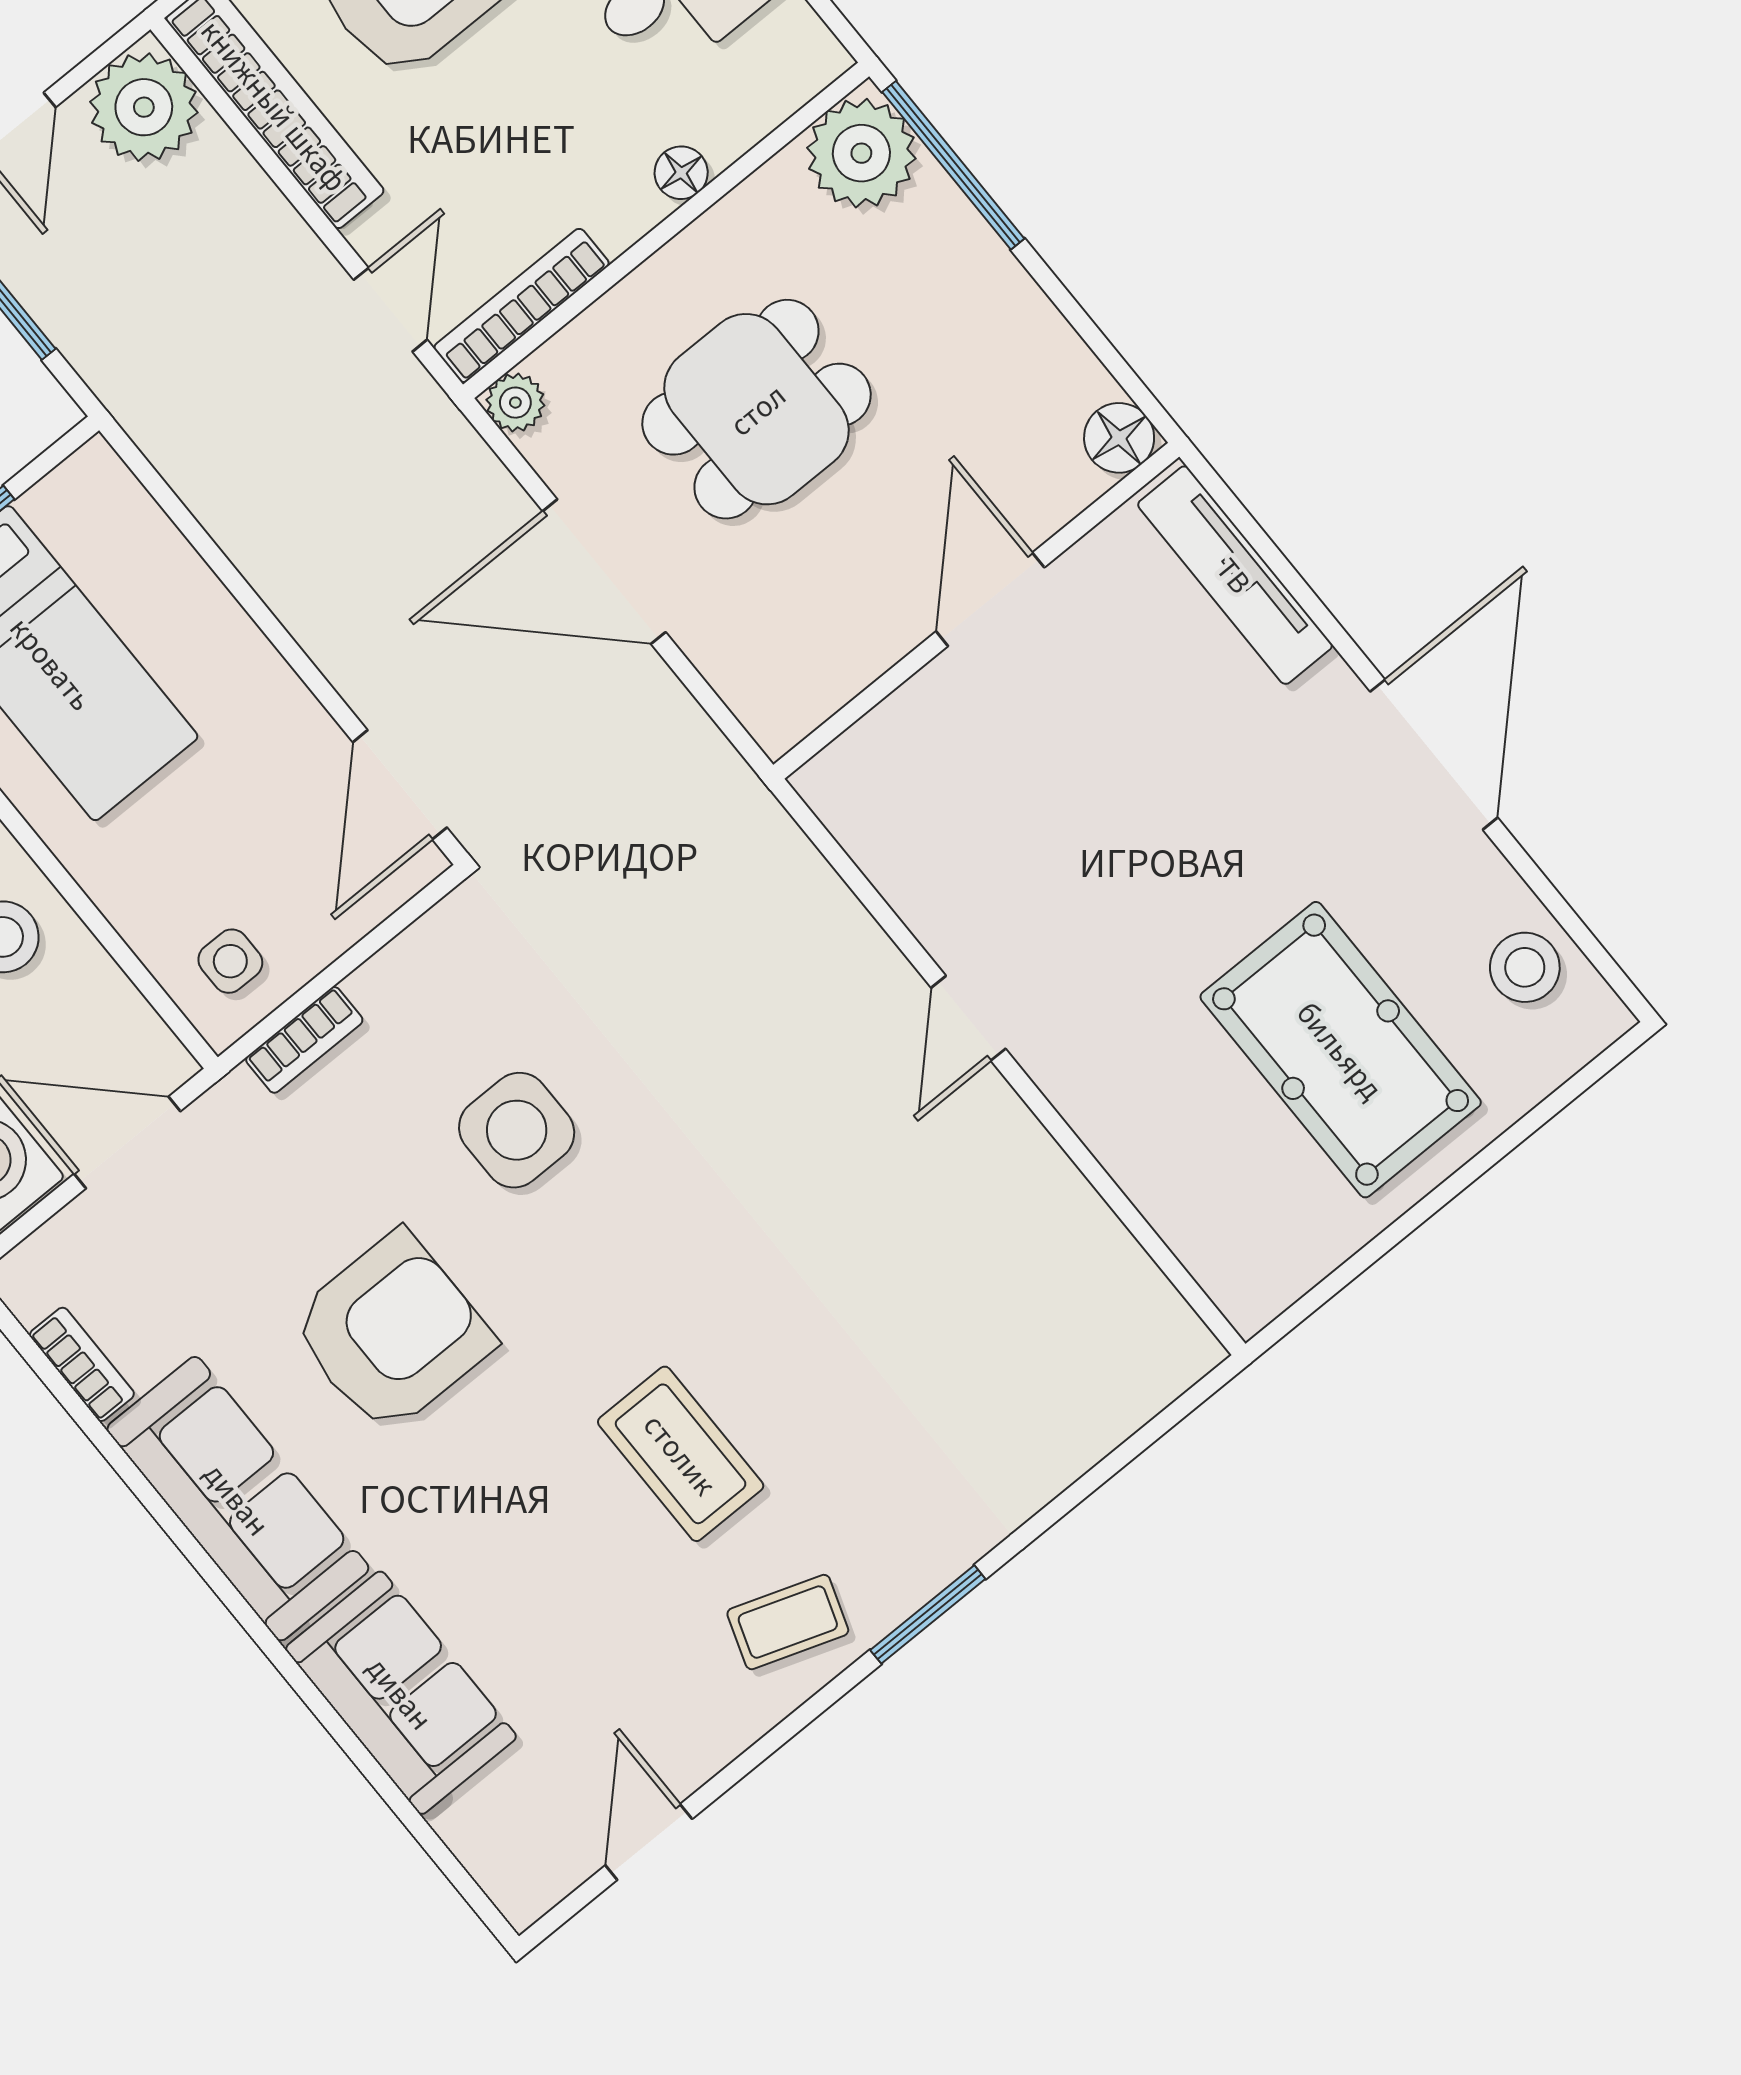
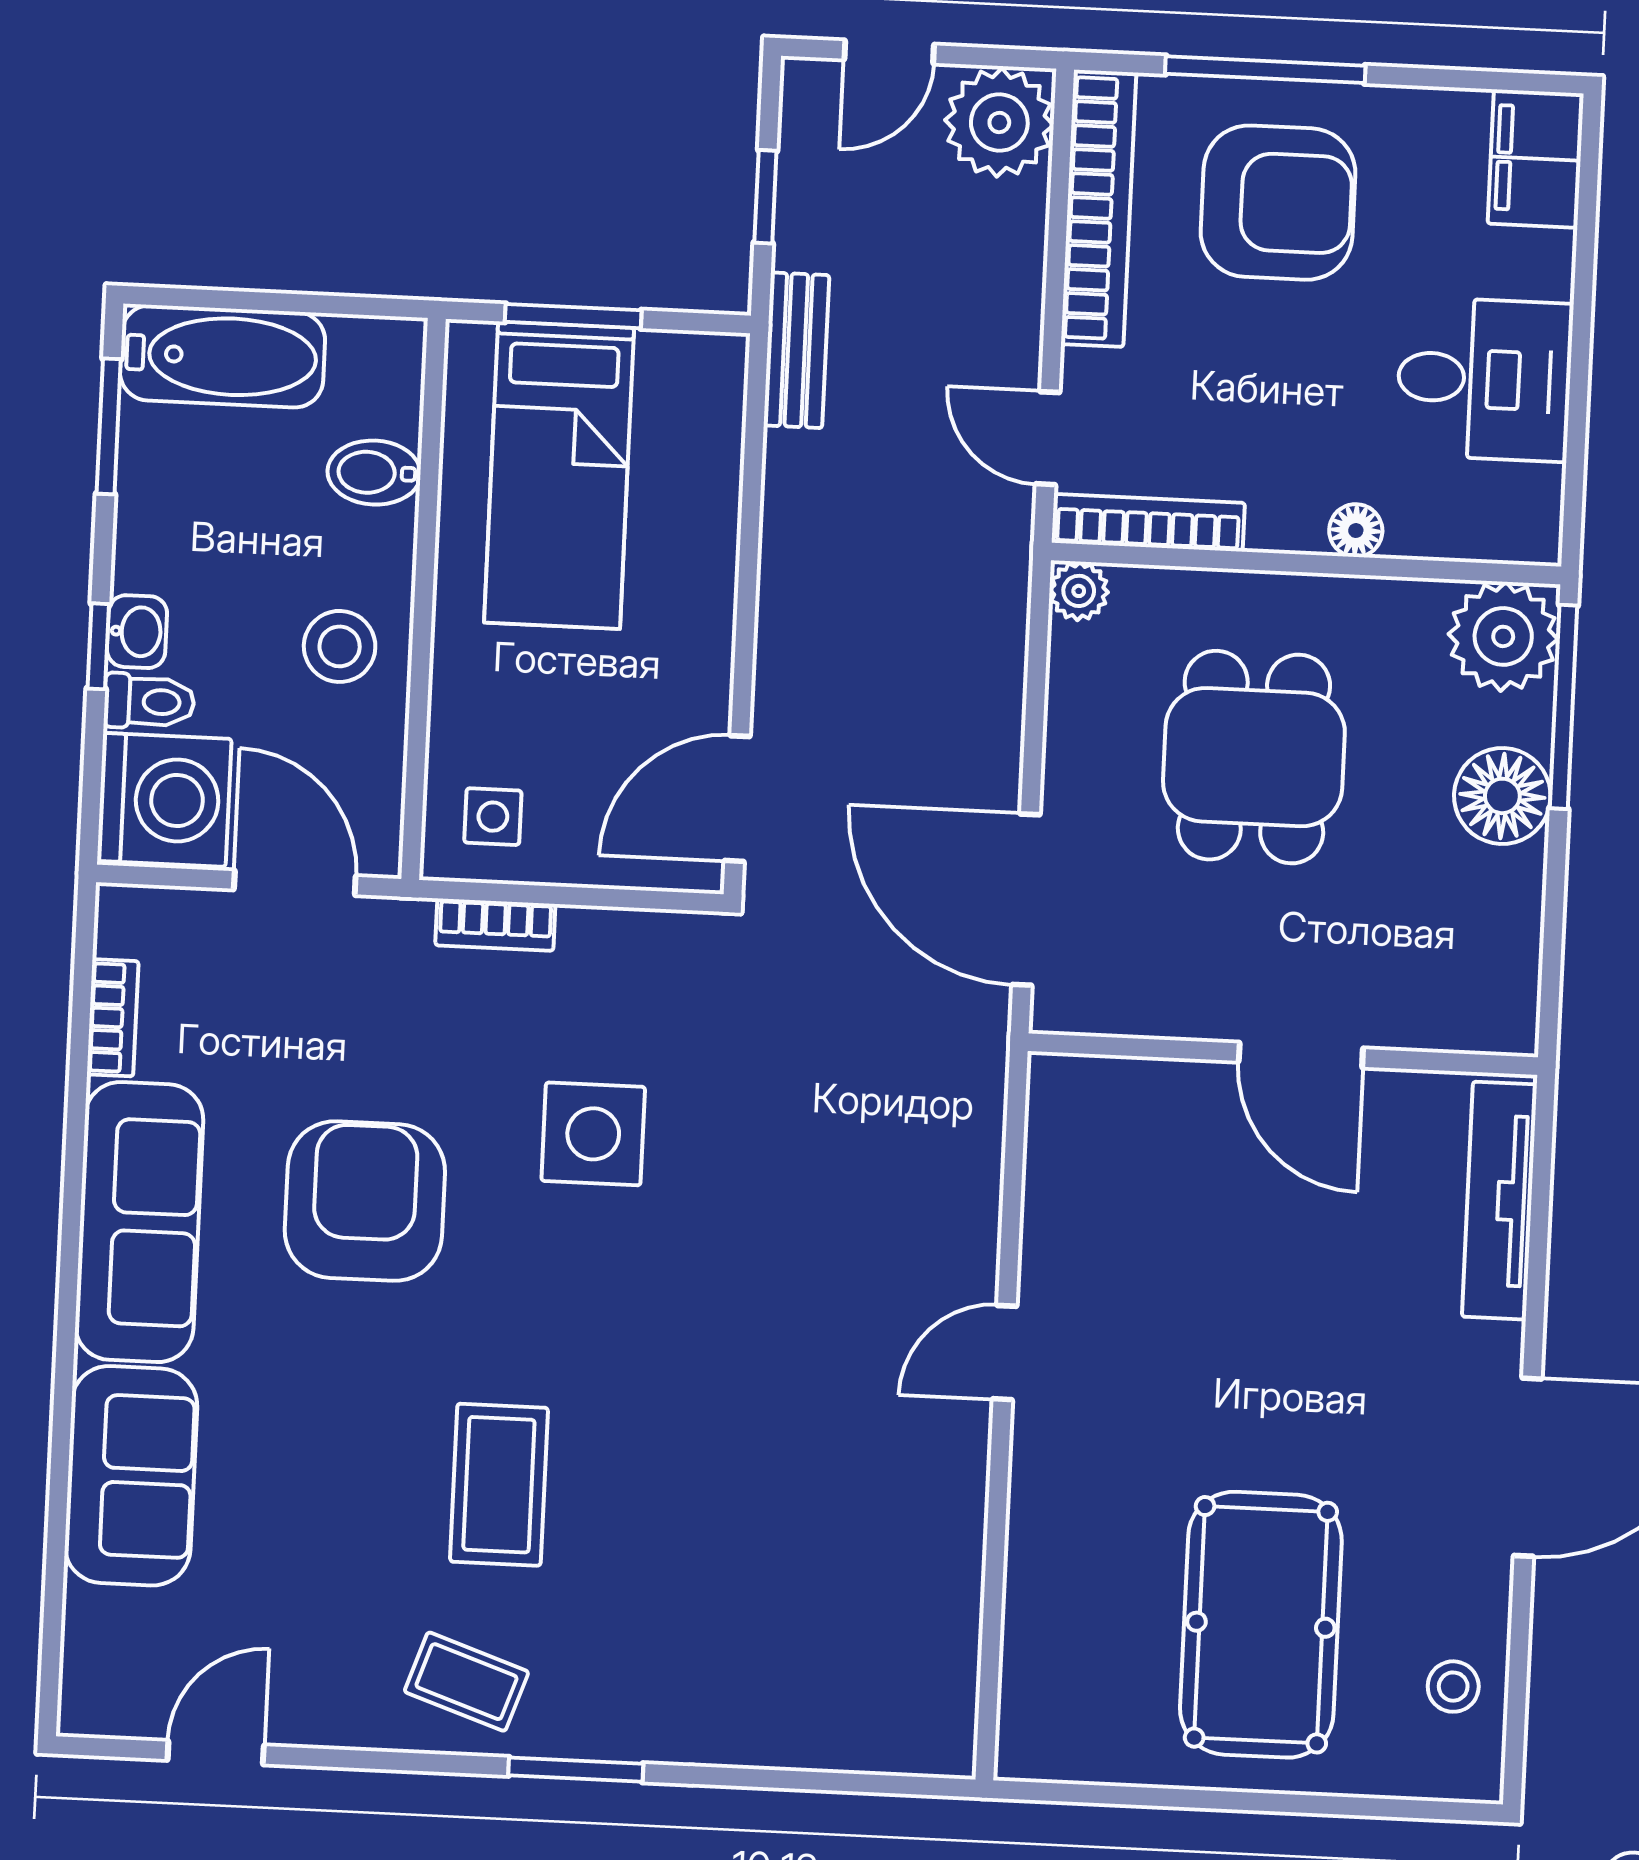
door: (390, 310) -> (1048, 438), swing flipped
dining table: (757, 409) -> (1254, 757), turned 90
bench: (145, 412) -> (796, 350), added
floor lamp: (1119, 438) -> (1502, 796), moved, width x1.38, depth x1.38
door: (604, 572) -> (1026, 900), moved
door: (990, 599) -> (1301, 1055), swing flipped
stool: (1525, 967) -> (1453, 1687), width x0.73, depth x0.73
armchair: (392, 1332) -> (365, 1201), turned -90

